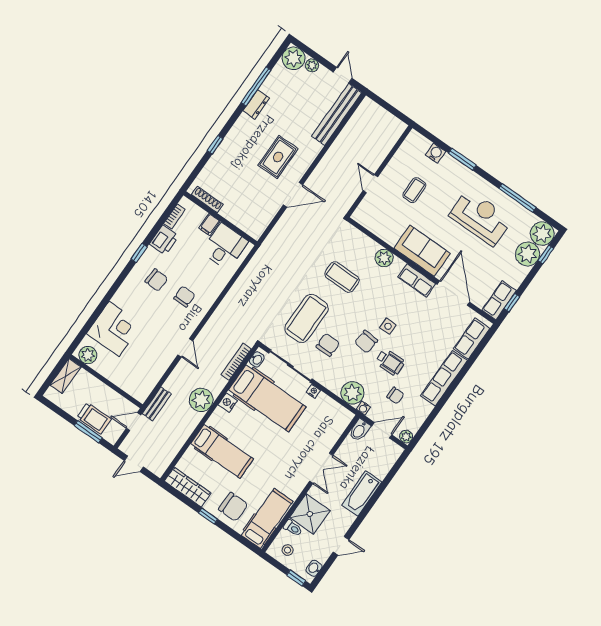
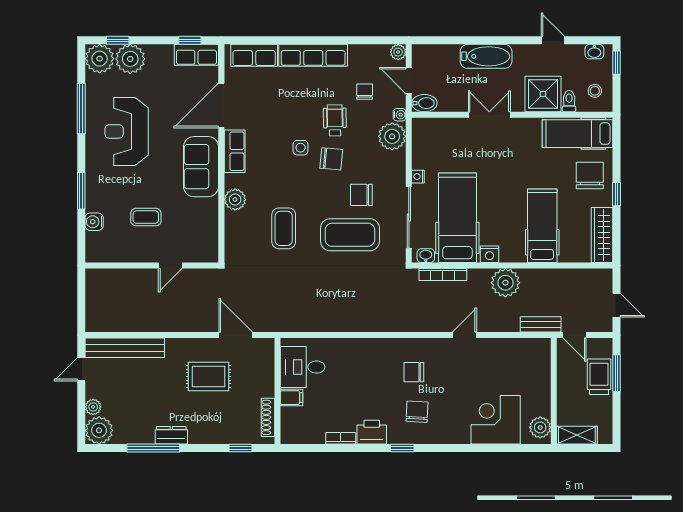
shoe rack: (207, 200) -> (268, 417), moved
wall: (220, 218) -> (277, 391), moved
filing cabinet: (209, 225) -> (291, 398), moved
desk: (225, 246) -> (303, 367), moved

